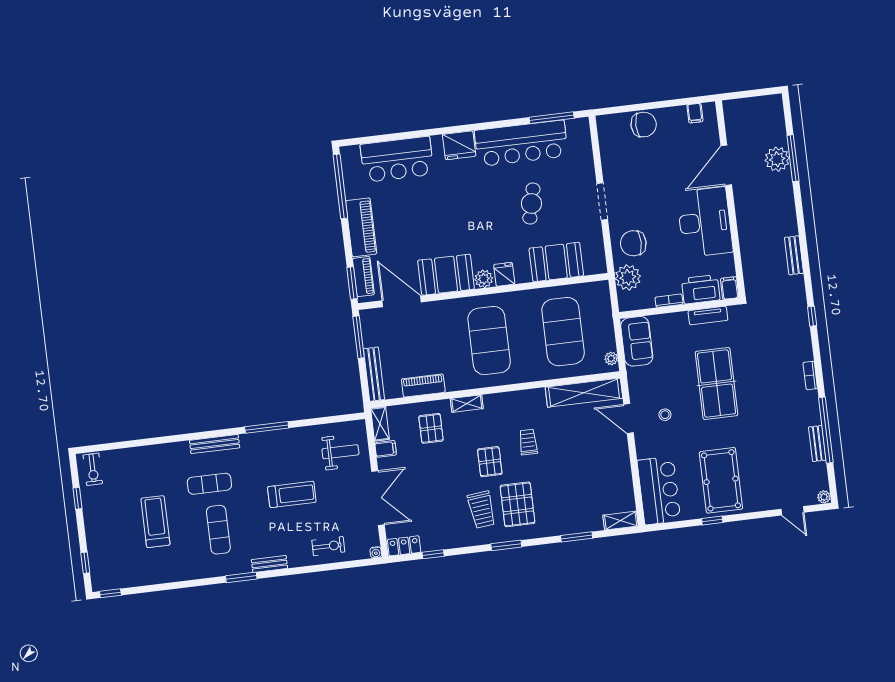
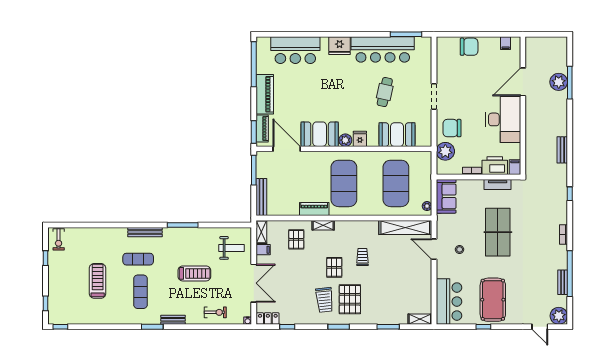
piano: (423, 386) -> (314, 209), moved
plant: (824, 497) -> (559, 316), width x1.88, depth x1.88

